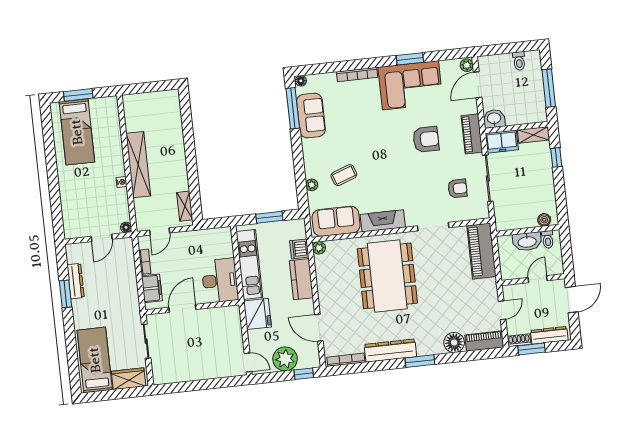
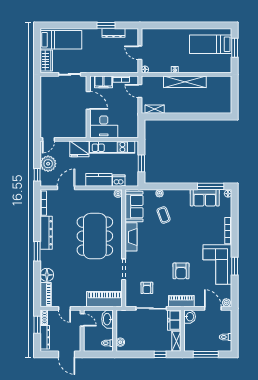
washbasin: (527, 241) -> (107, 319), moved
dining table: (387, 276) -> (95, 236), turned 90
door: (538, 279) -> (82, 320), moved

